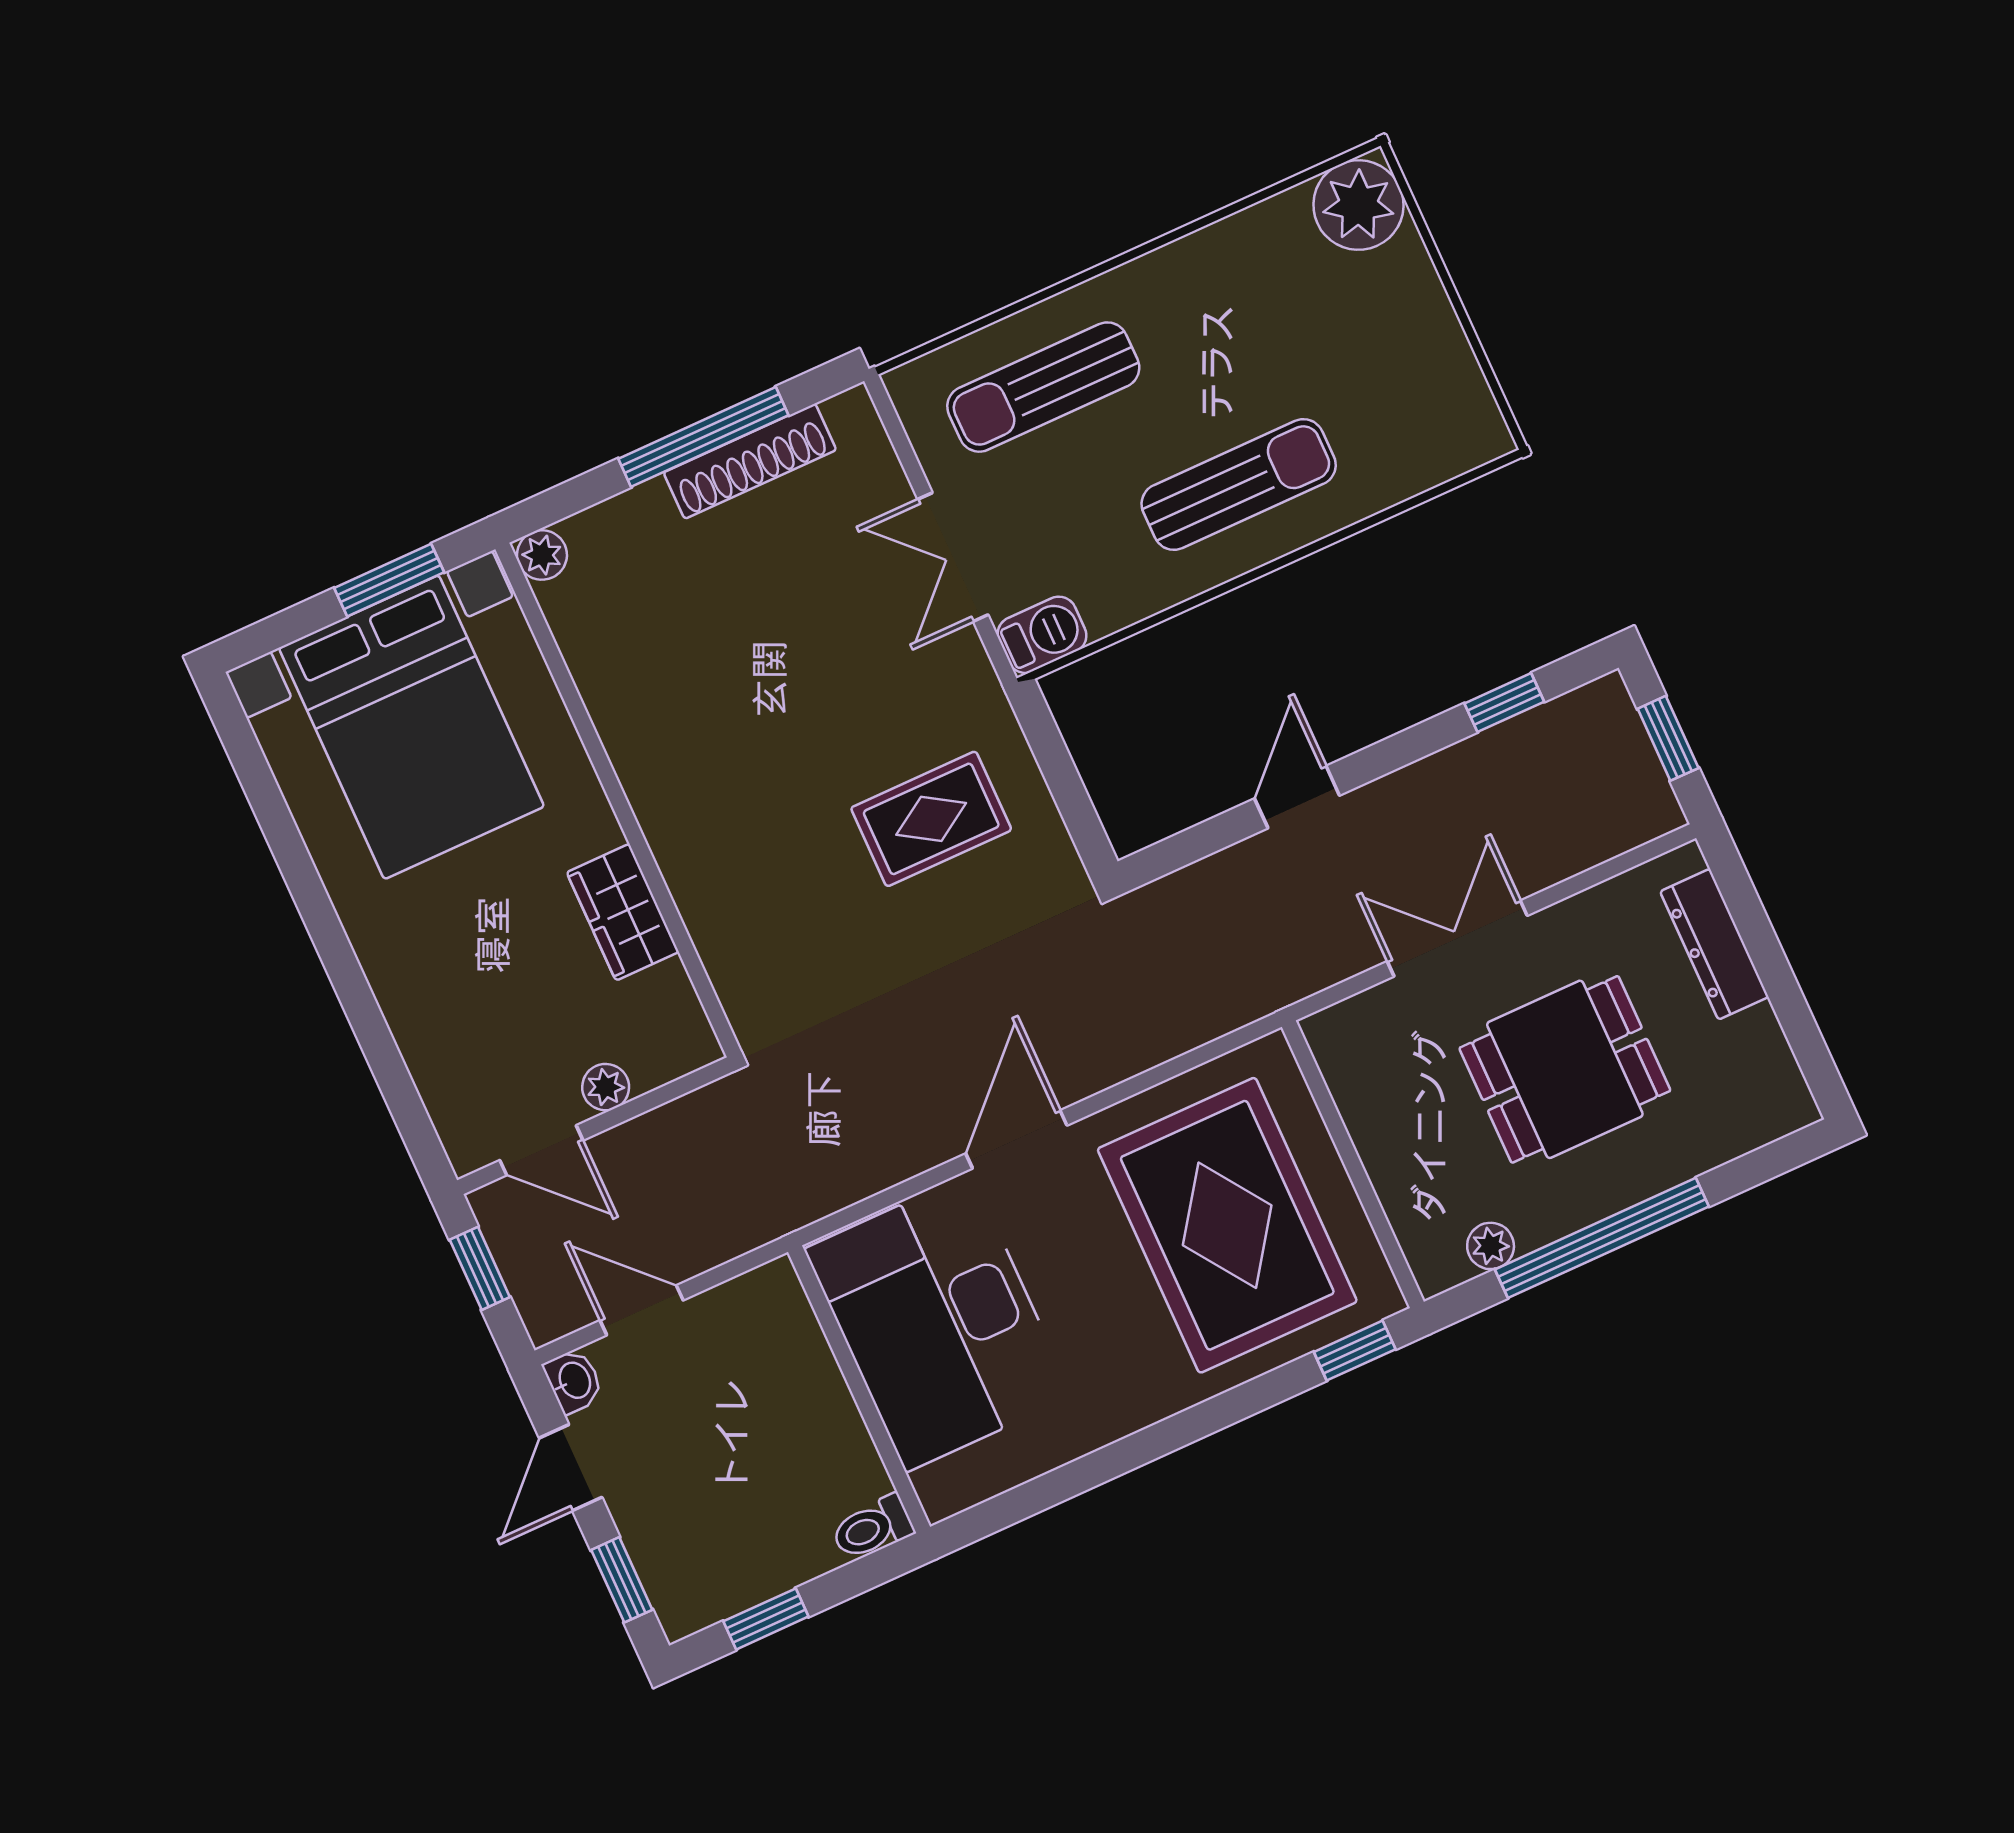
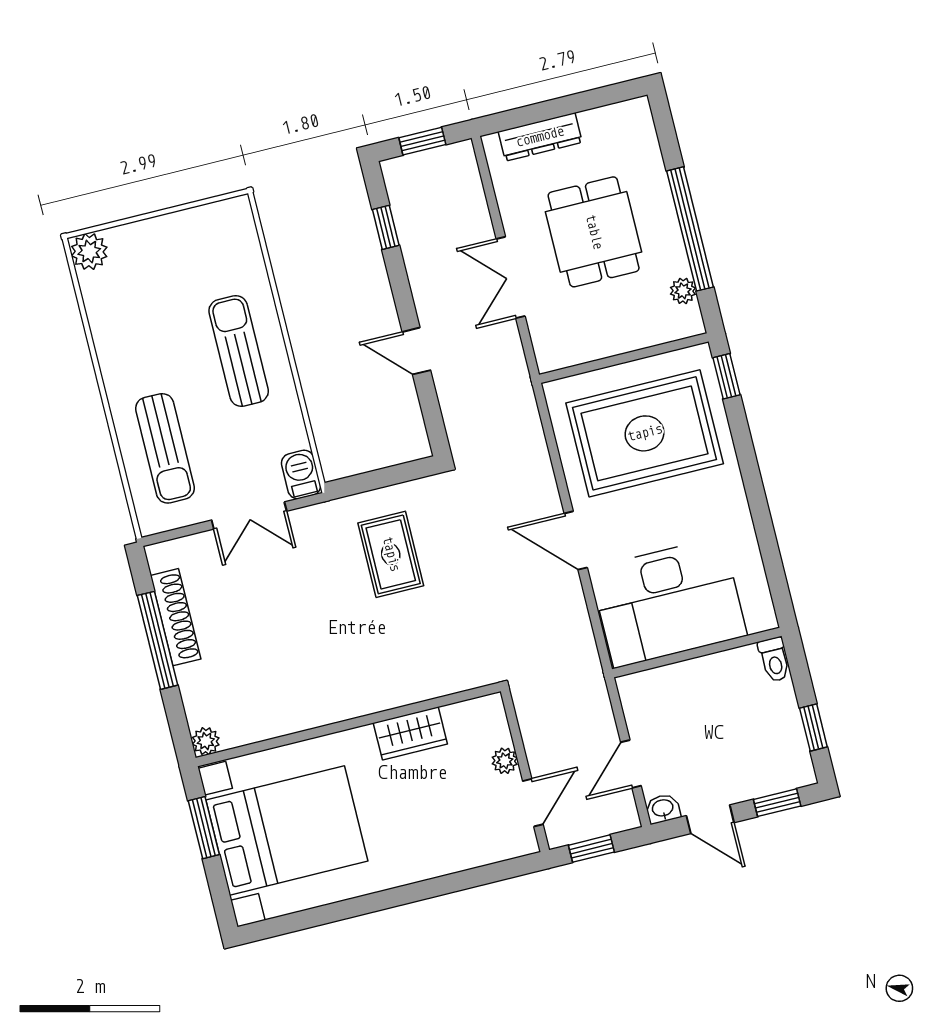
plant: (1358, 205) -> (89, 252), width x0.73, depth x0.73

